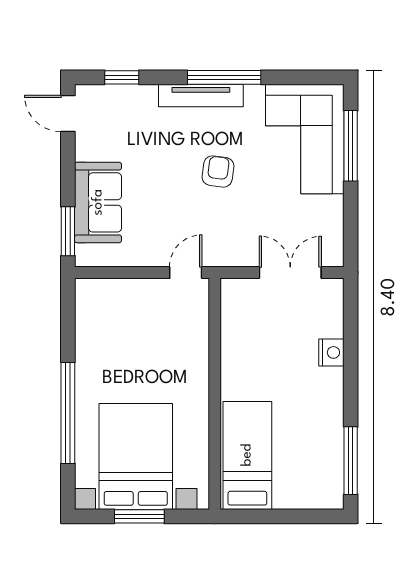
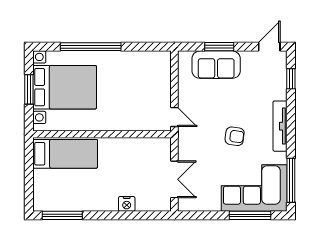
window: (224, 77) -> (291, 180), moved
window: (68, 231) -> (219, 47), moved

